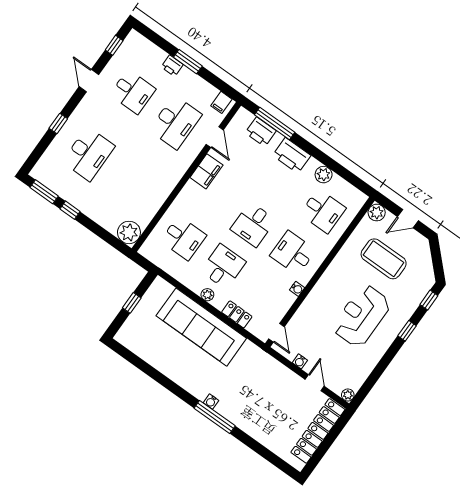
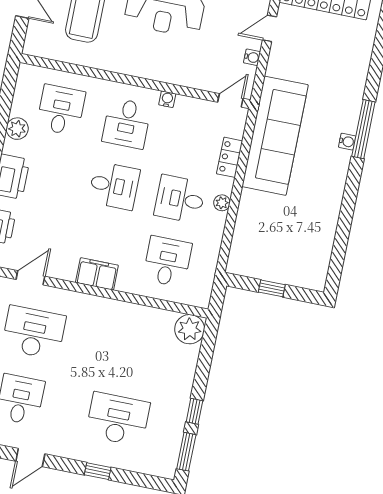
filing cabinet: (206, 171) -> (97, 274), moved
plant: (377, 213) -> (34, 45), removed
sofa: (201, 327) -> (275, 136), moved

